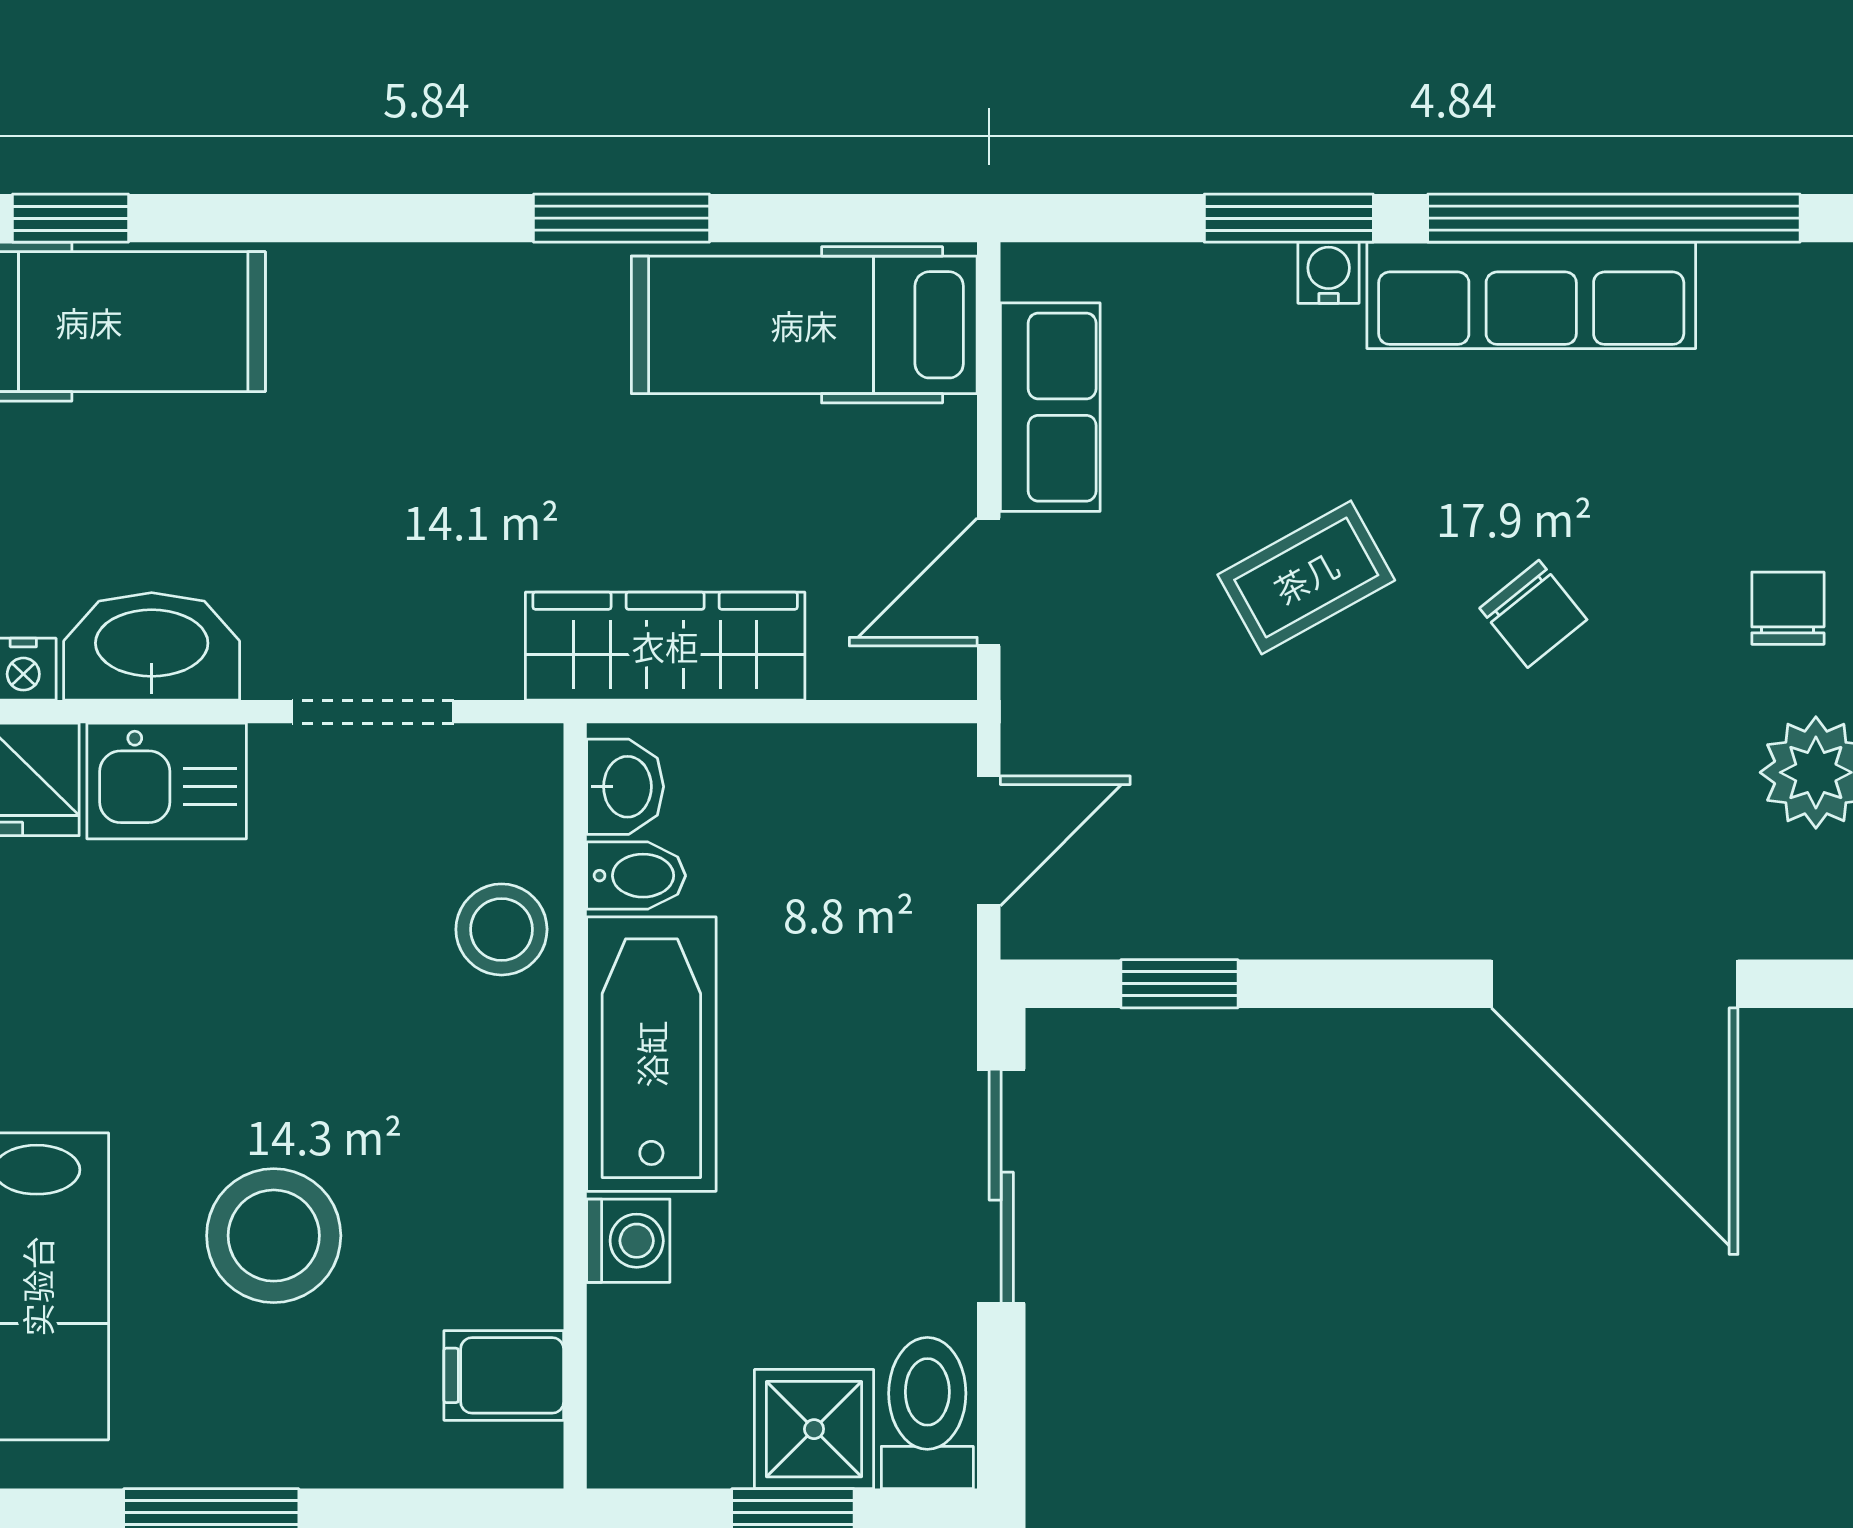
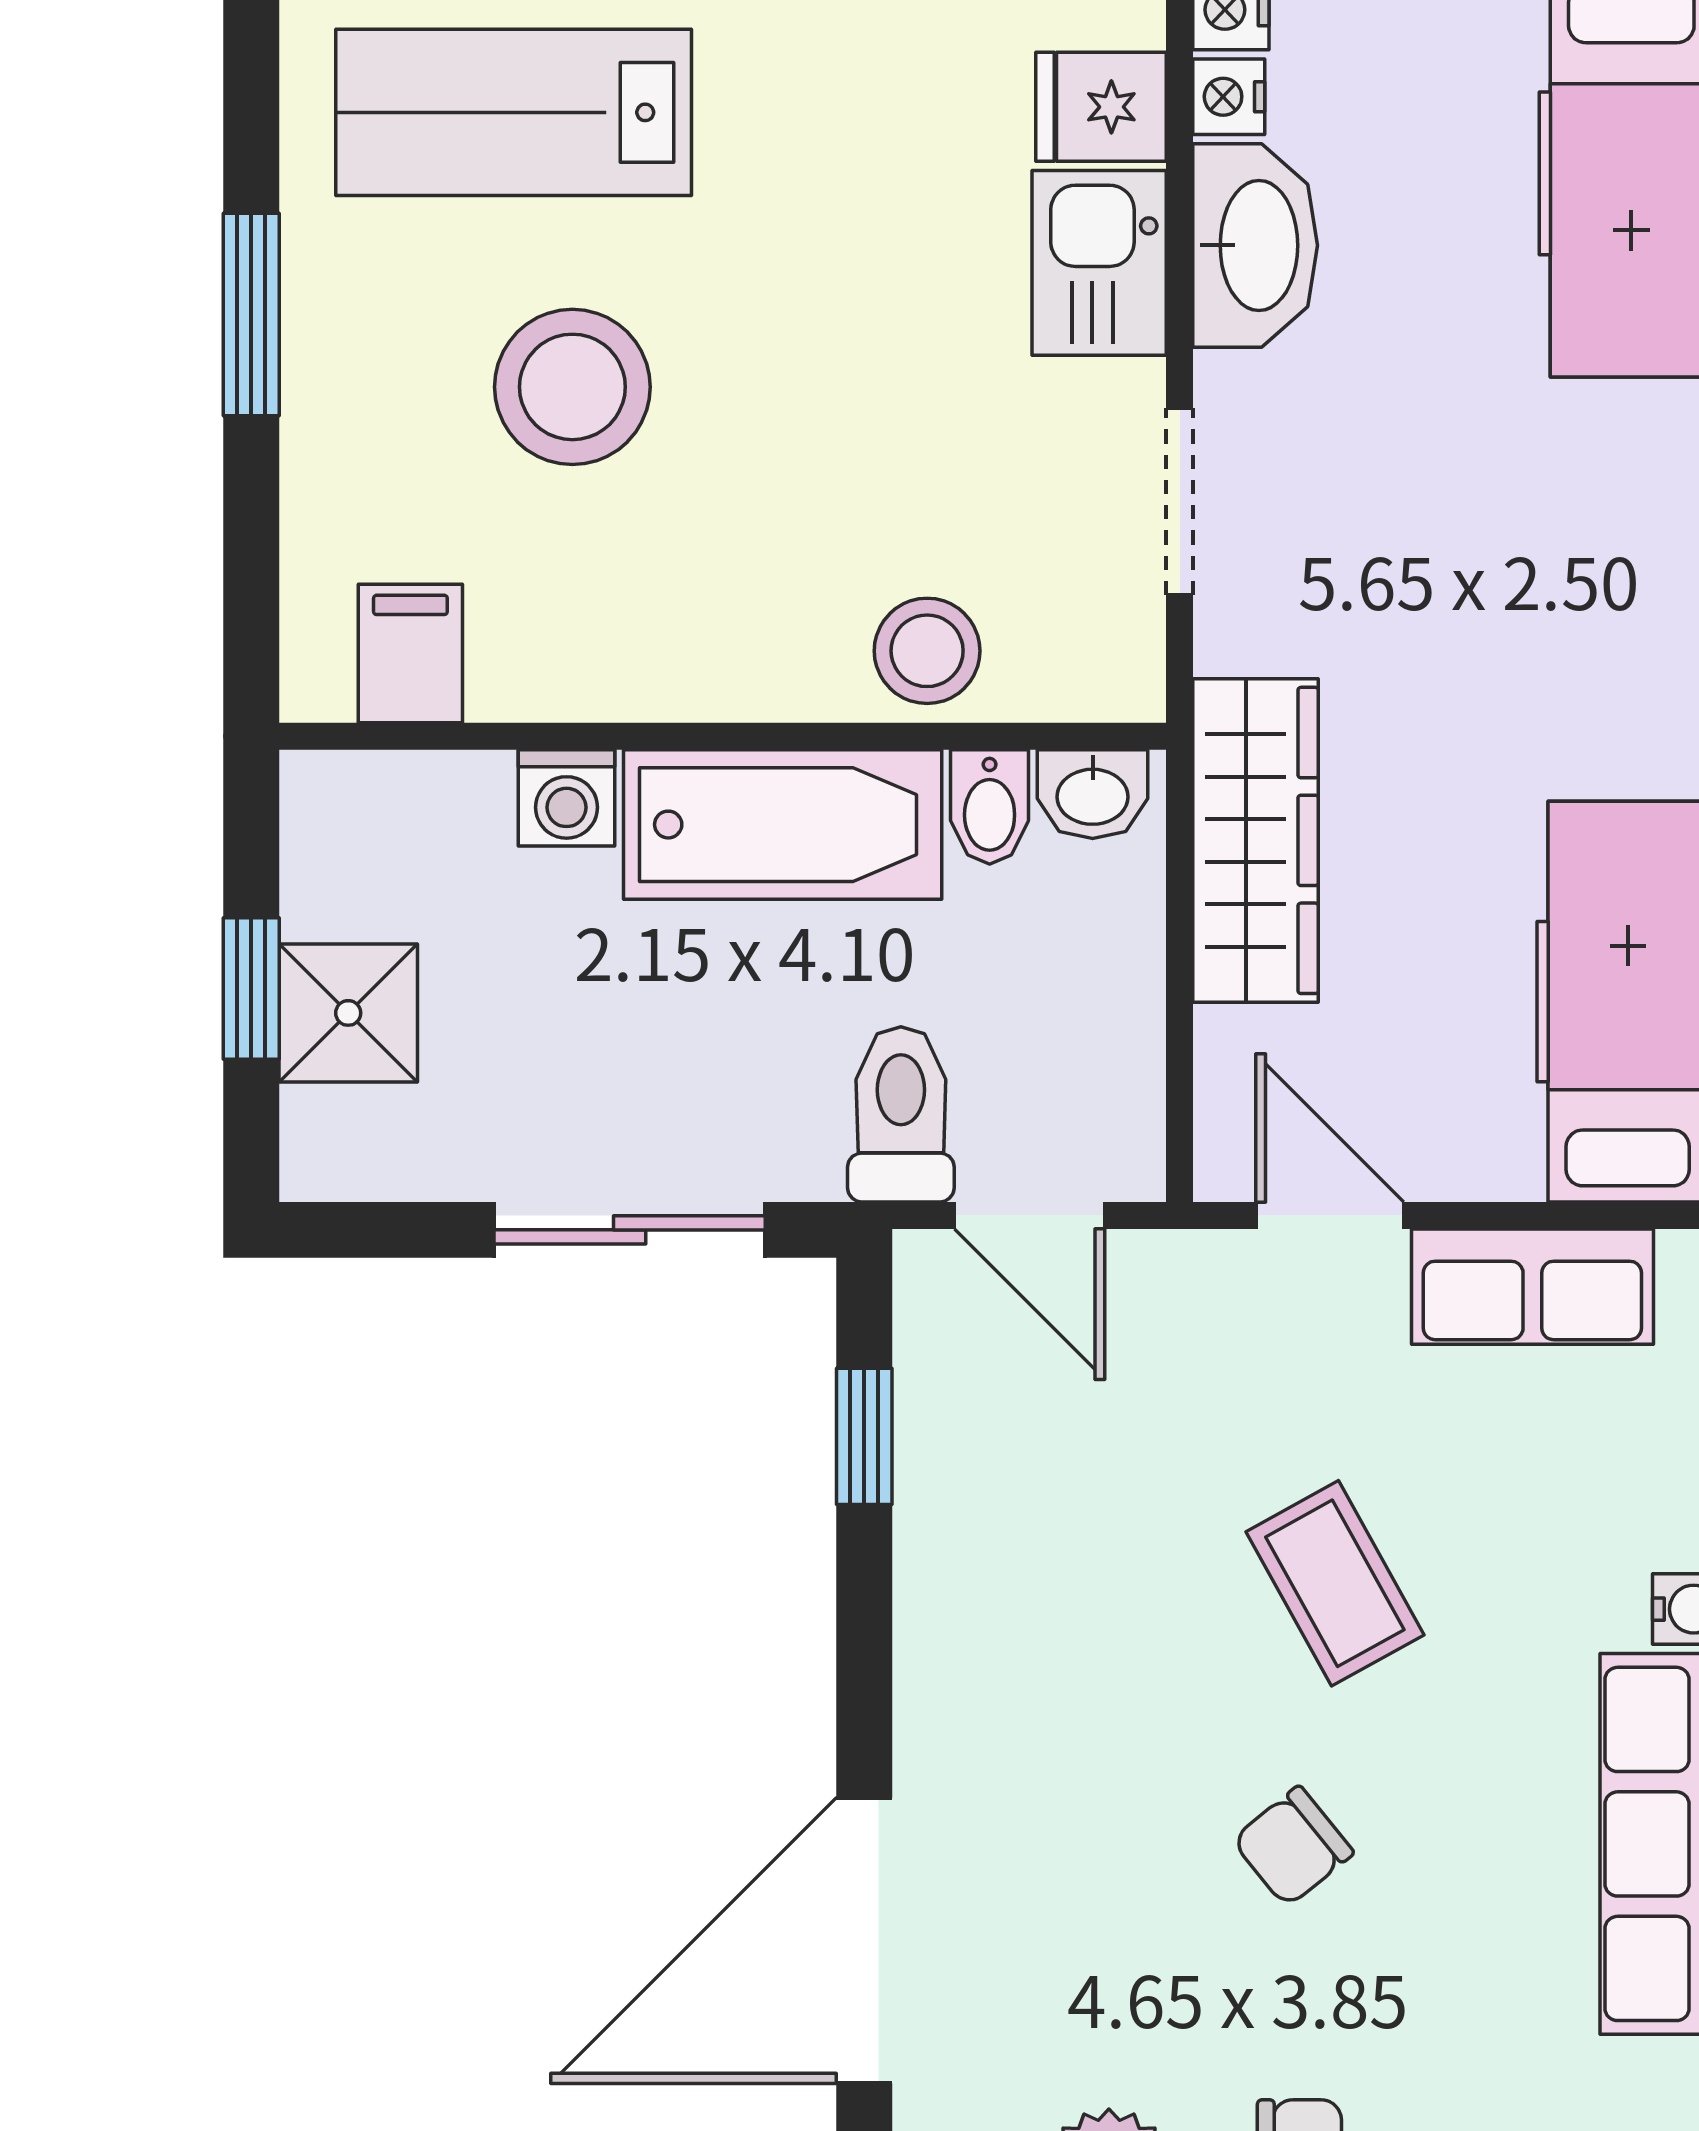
toilet: (927, 1413) -> (901, 1114), moved, turned -90

